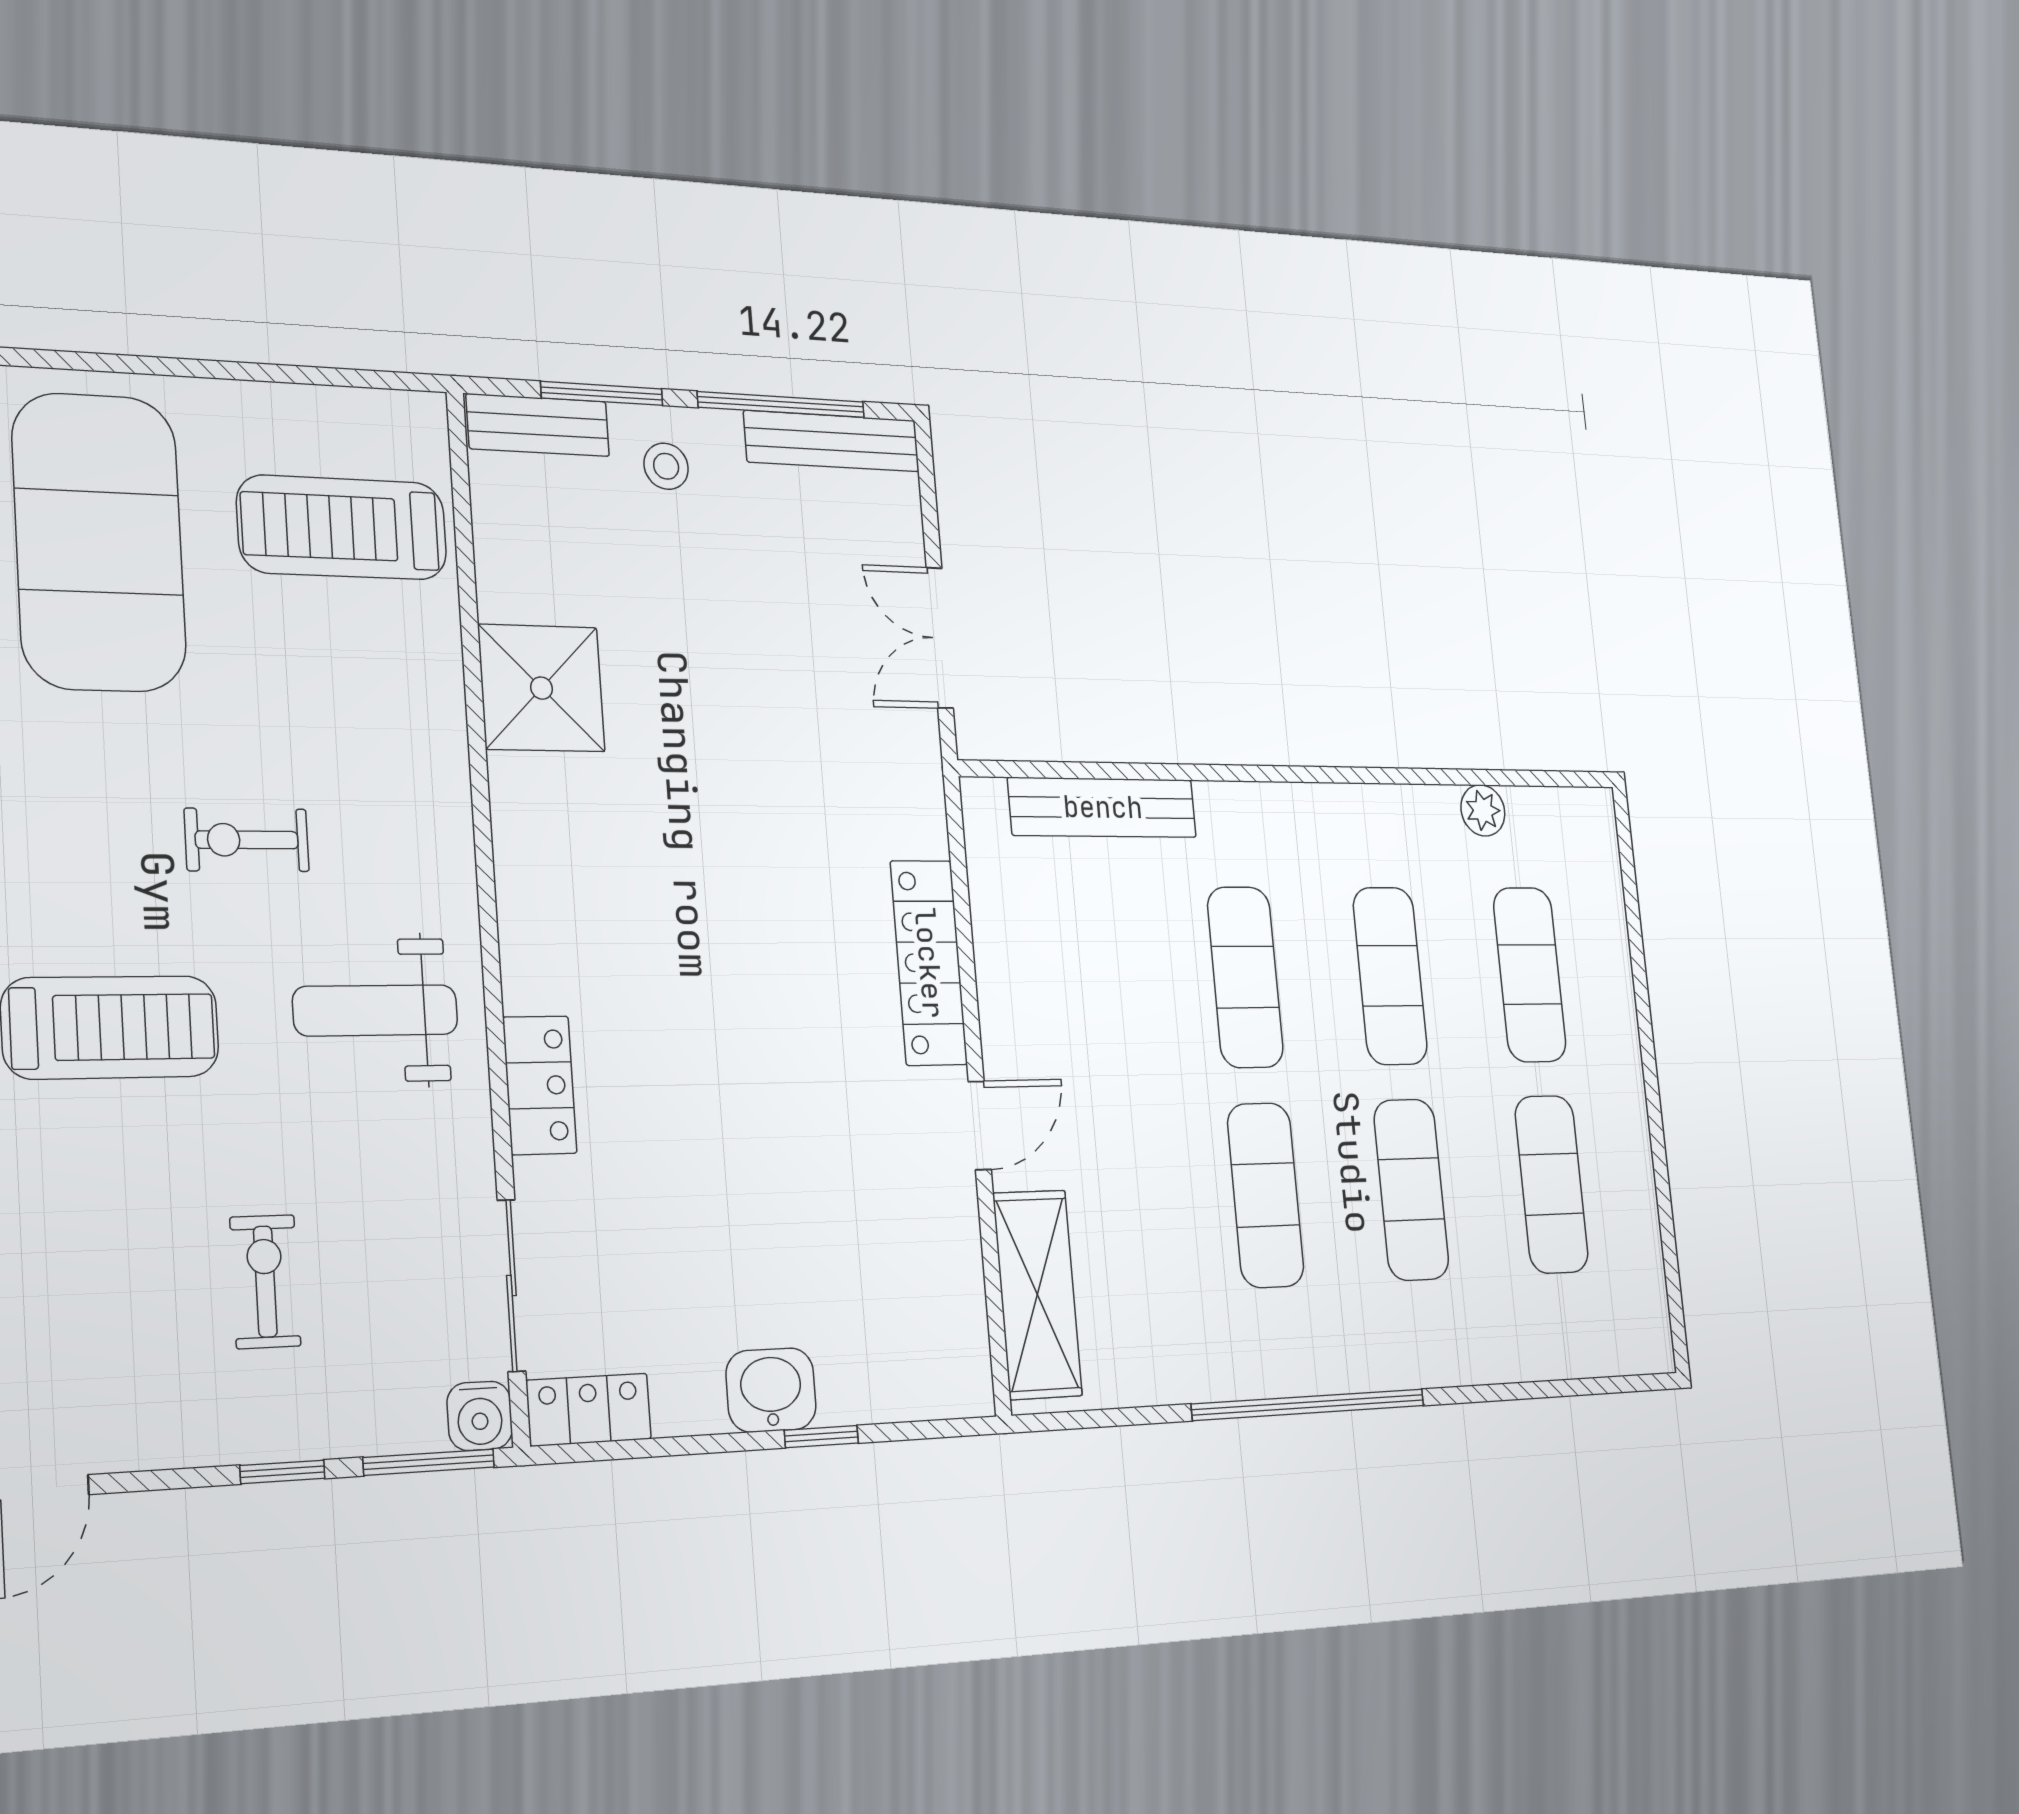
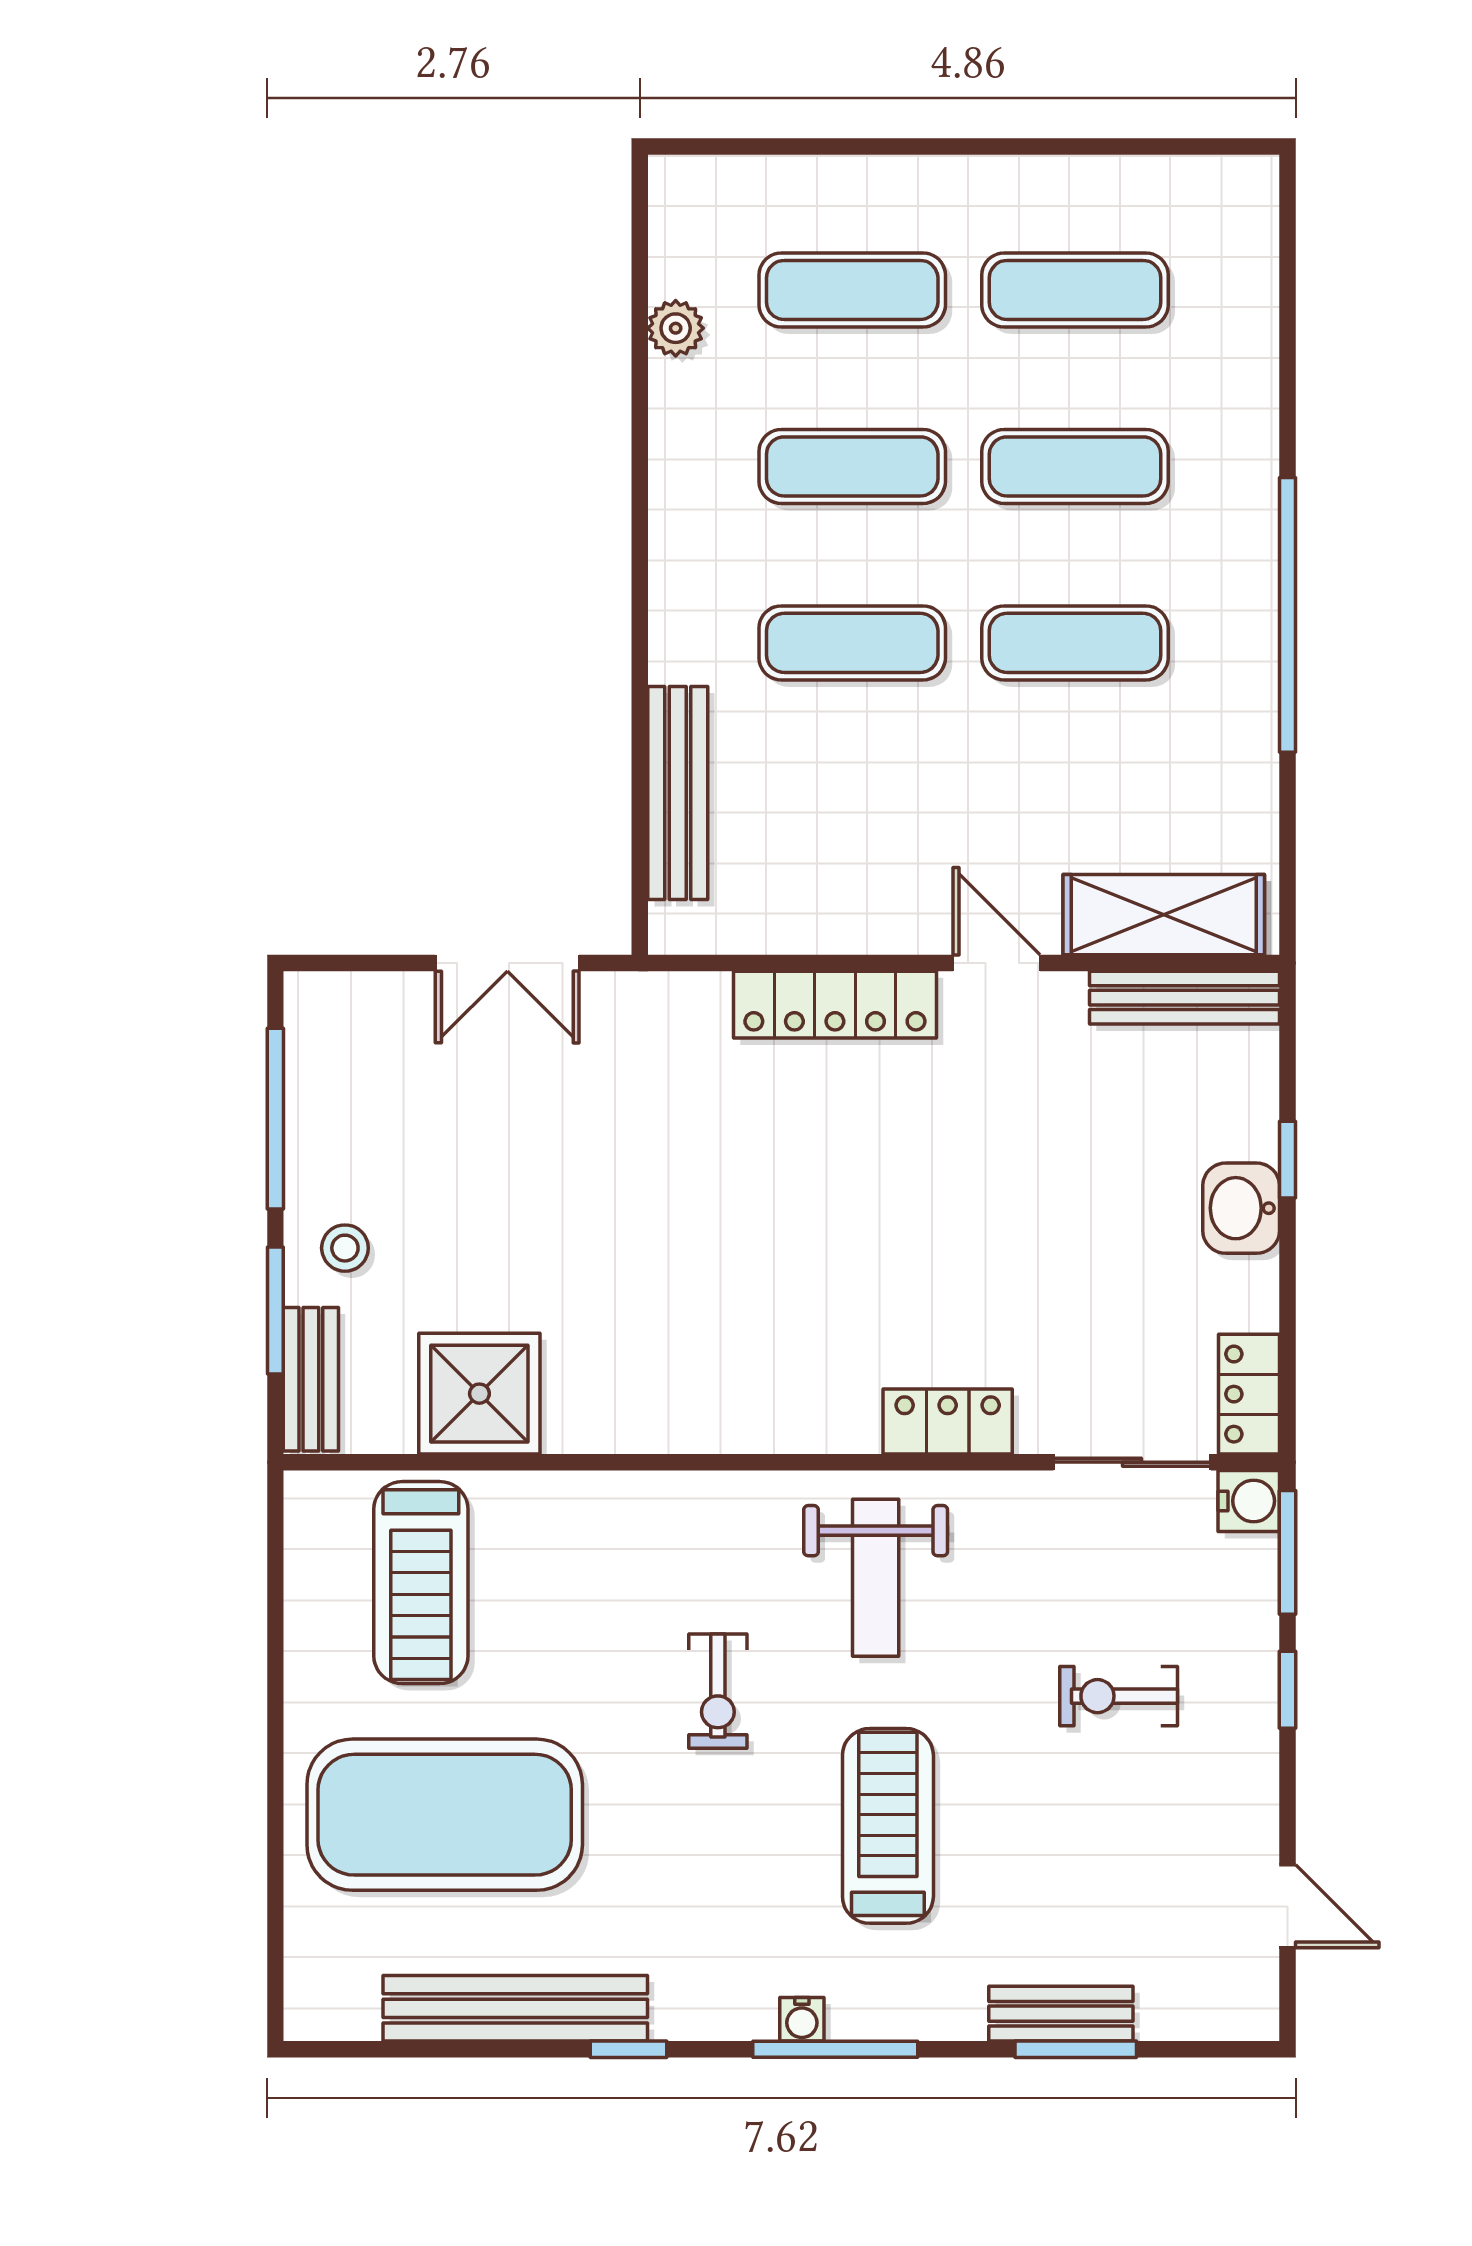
bench: (832, 441) -> (1185, 998), moved, turned 90
shower: (542, 688) -> (479, 1394), moved

